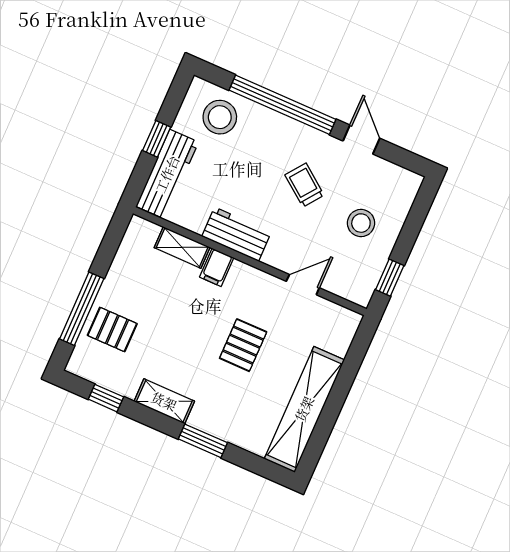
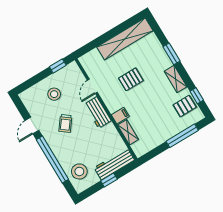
workbench: (237, 234) -> (98, 112), moved
door: (303, 285) -> (92, 86), hinge flipped
pallet: (112, 329) -> (185, 106), moved, turned 90

